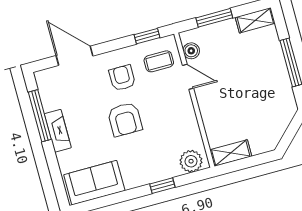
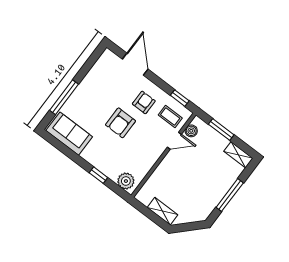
door: (188, 77) -> (174, 141), hinge flipped
window: (40, 116) -> (64, 97), moved
fireplace: (58, 131) -> (83, 88), removed
shelving: (231, 153) -> (162, 211), moved

